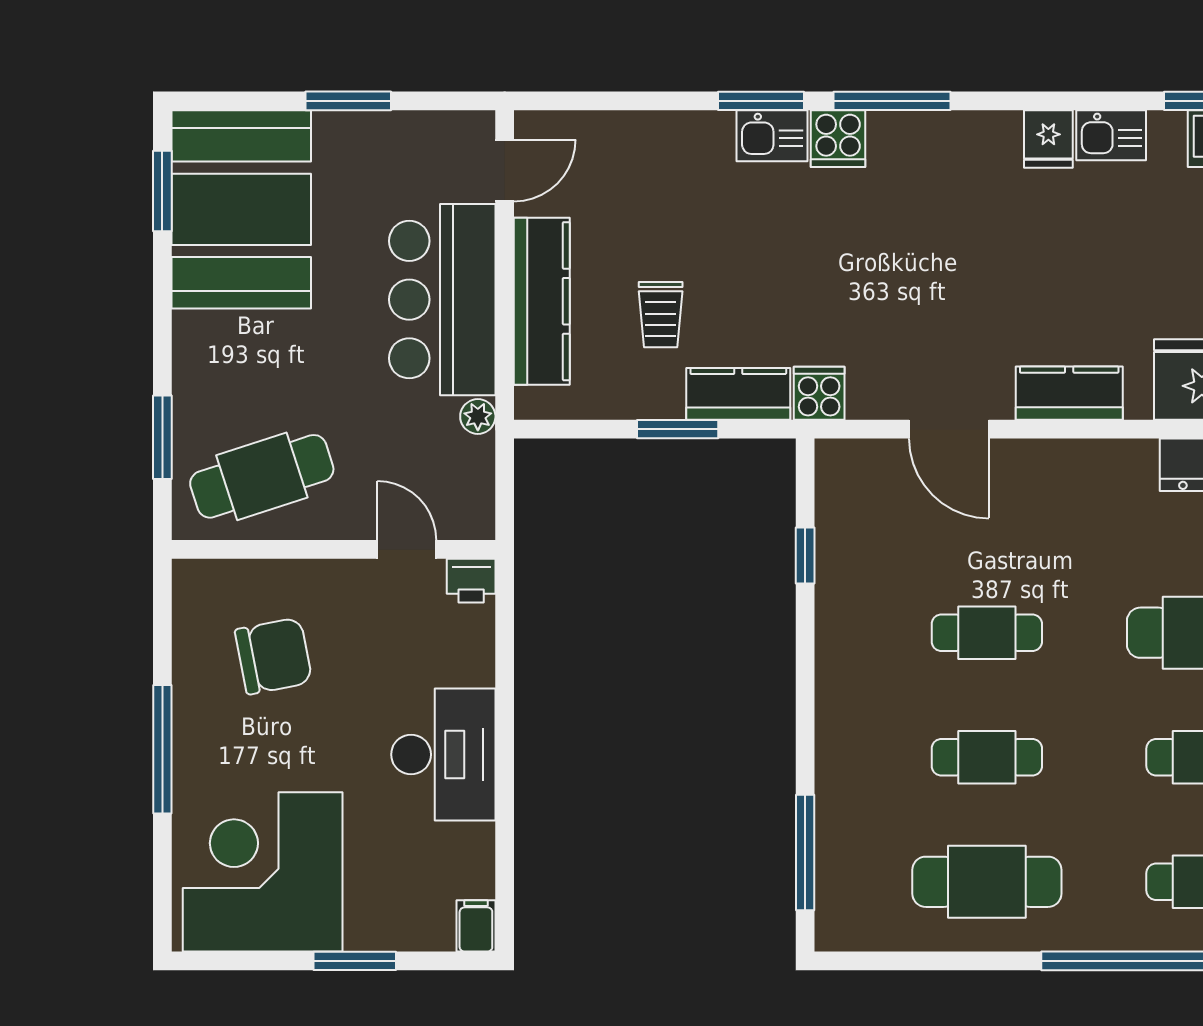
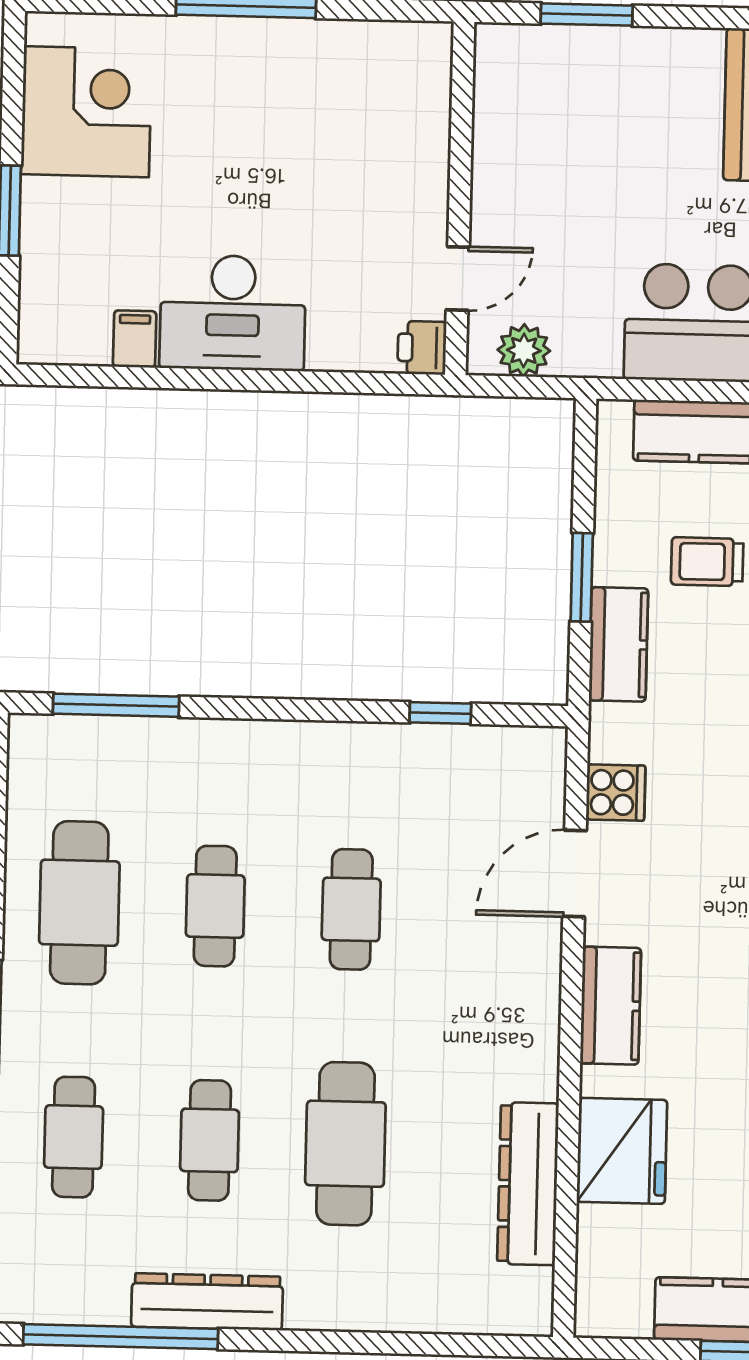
cooker: (819, 393) -> (616, 793), moved
plant: (478, 416) -> (524, 350), moved, width x1.38, depth x1.38
cafe table: (262, 476) -> (541, 122), removed
chair: (274, 656) -> (345, 130), removed
corner desk: (263, 872) -> (86, 112), width x0.74, depth x0.74
filing cabinet: (476, 926) -> (135, 339), moved, turned -90

